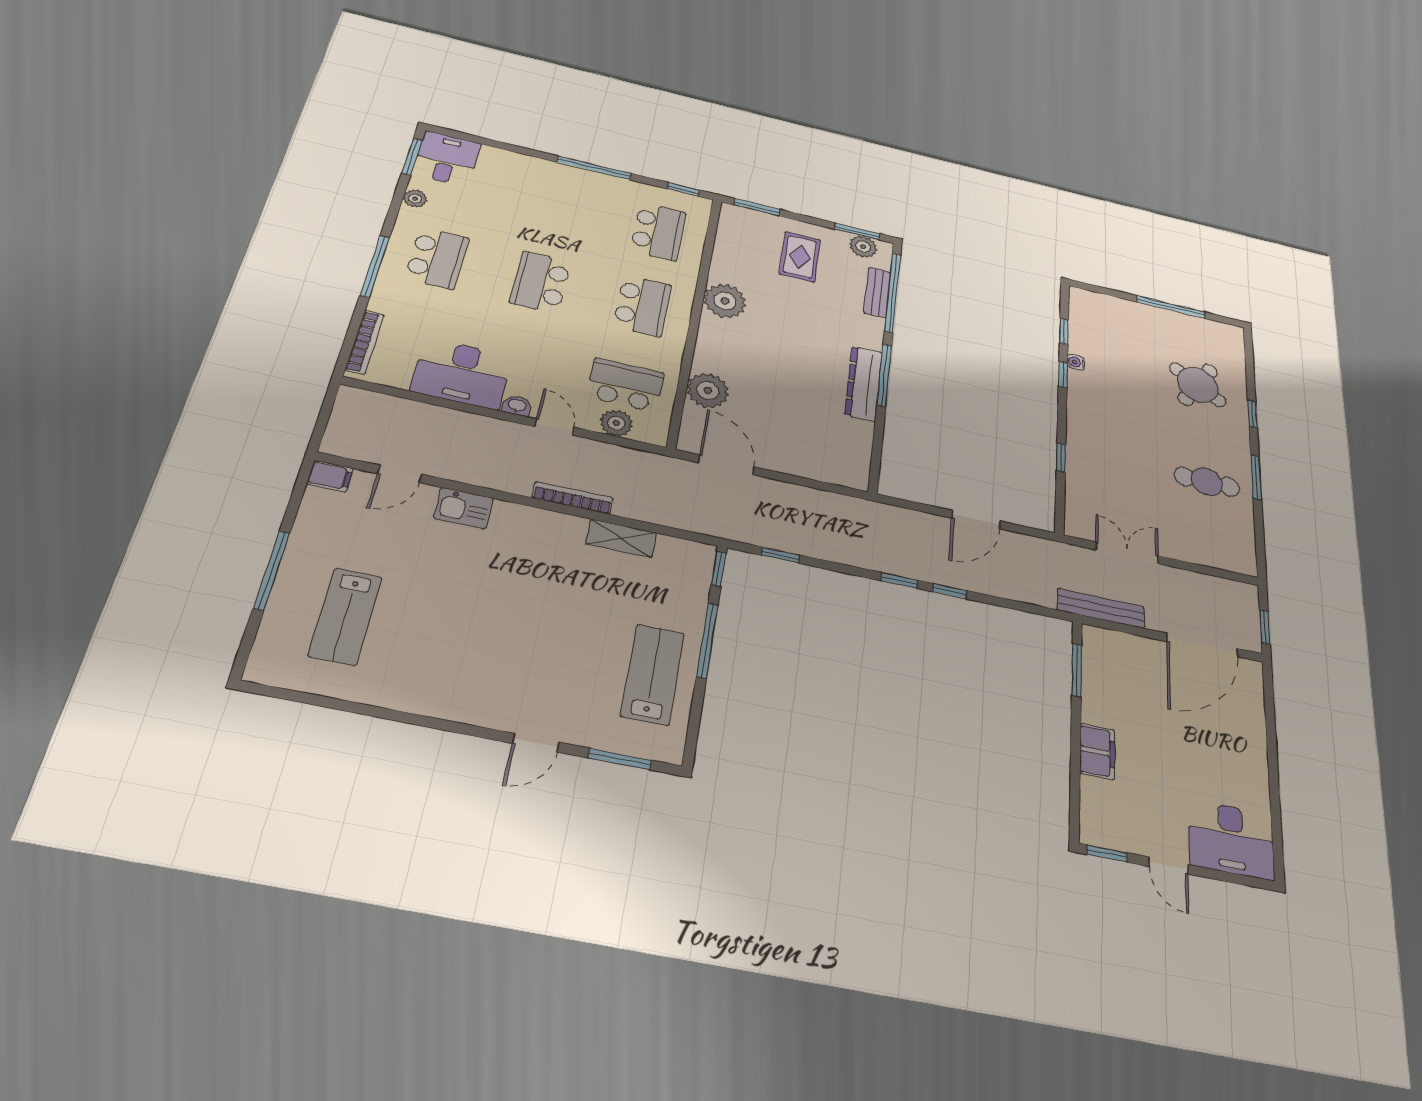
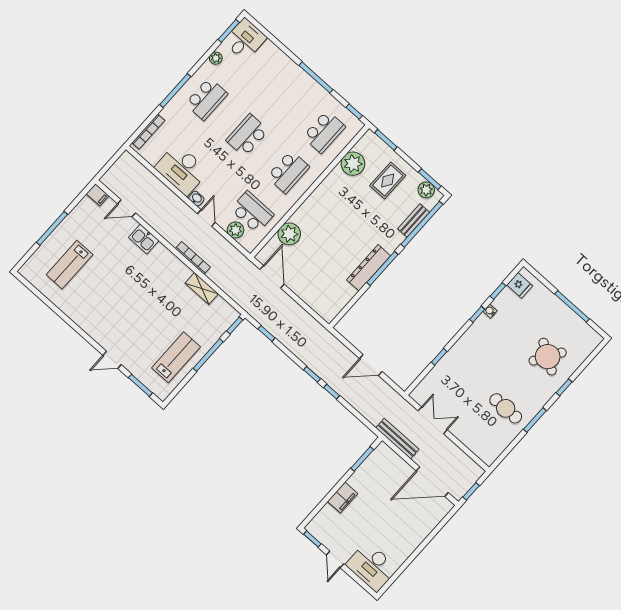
plant: (725, 301) -> (353, 164), moved
fridge: (1085, 312) -> (520, 285), added

